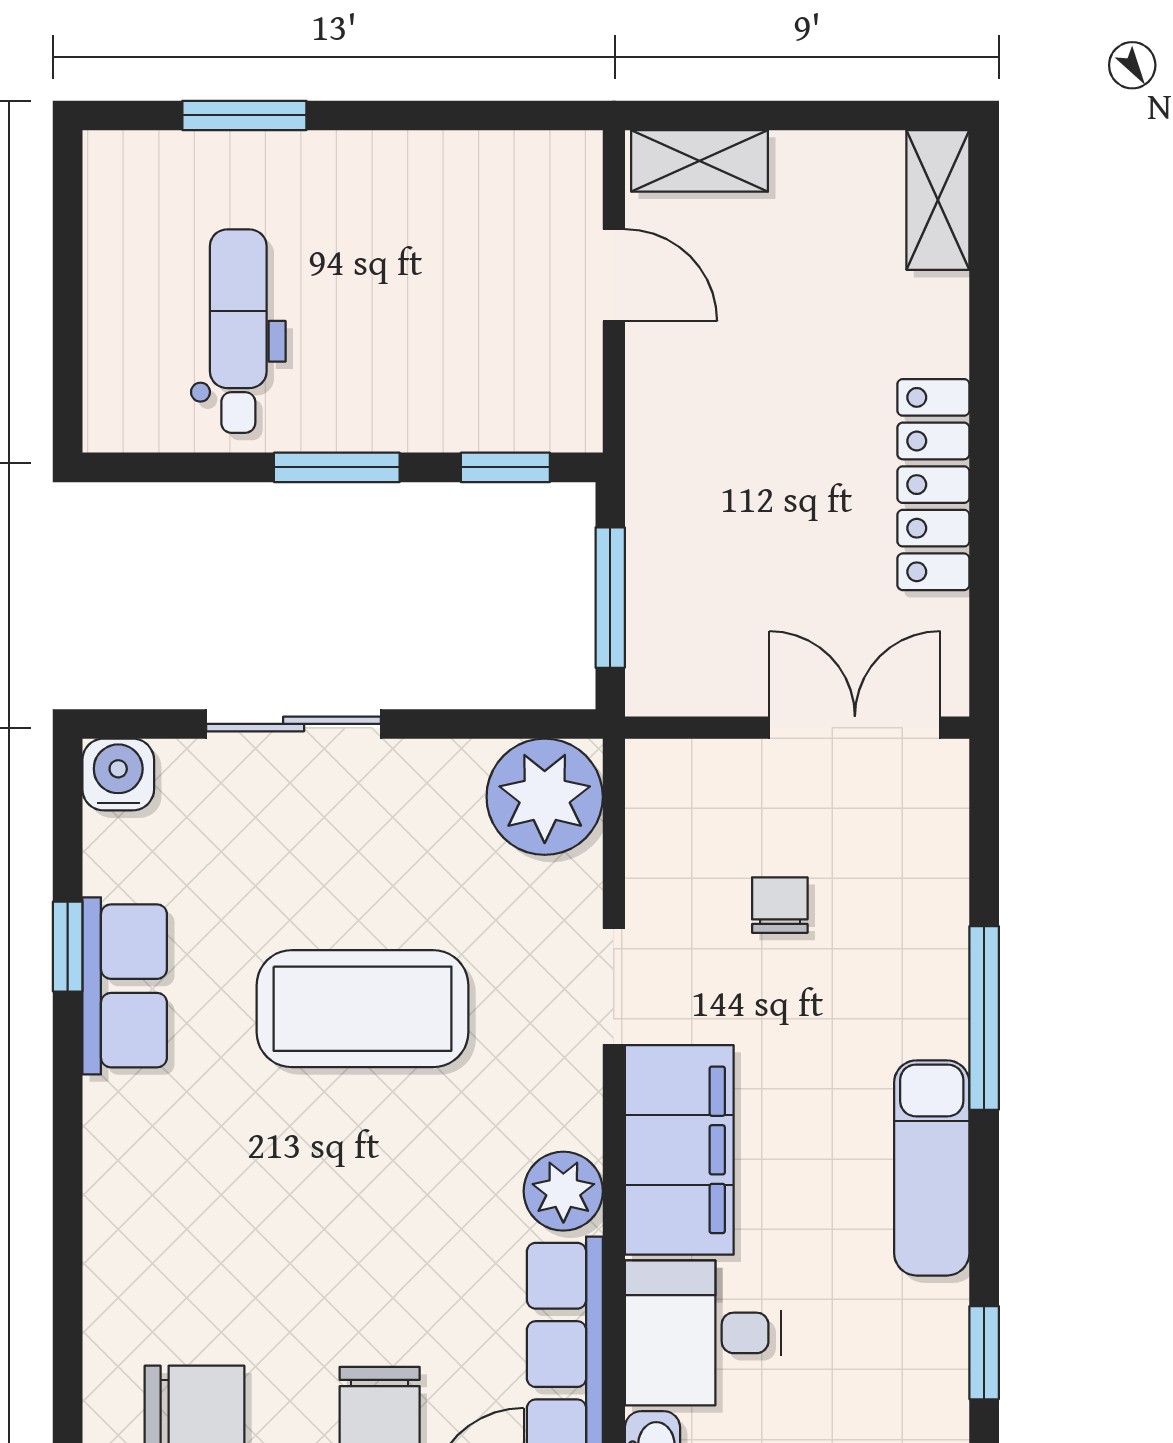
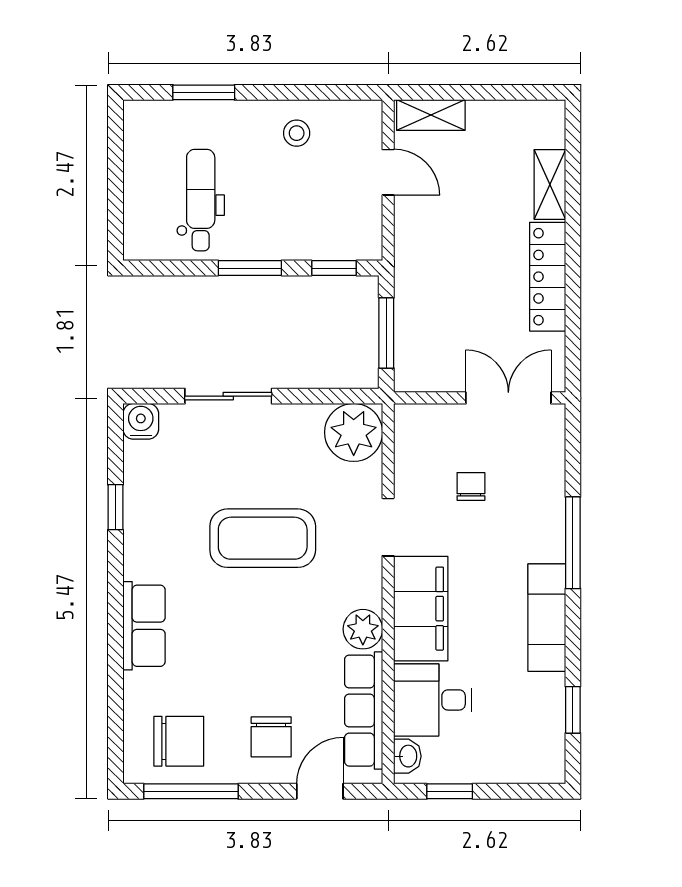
stool: (431, 197) -> (297, 133), added
shelving: (938, 200) -> (550, 184), moved
row of seats: (125, 986) -> (144, 626), moved

